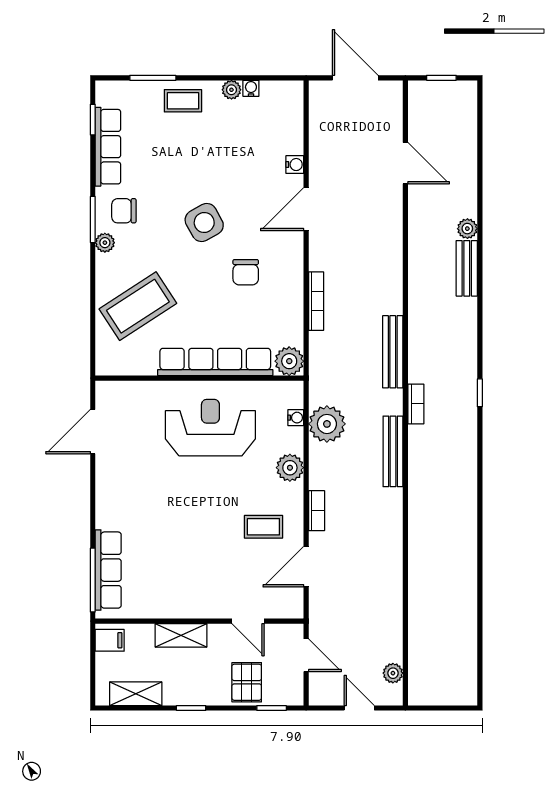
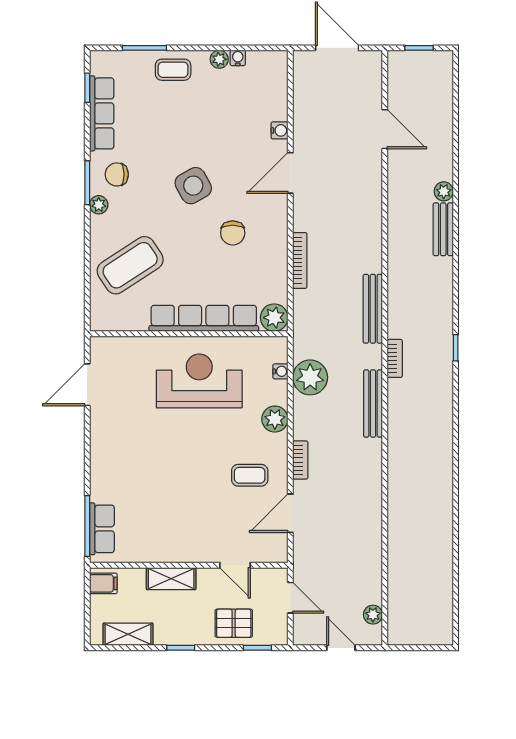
row of seats: (108, 570) -> (102, 529), width x0.68
pallet: (247, 682) -> (234, 623), turned 90

